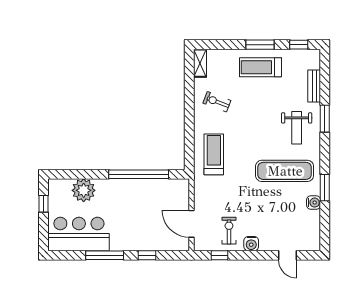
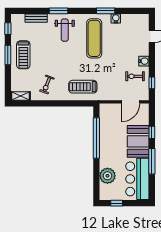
weight bench: (297, 128) -> (65, 30), turned 90
booth: (134, 235) -> (138, 141), added

